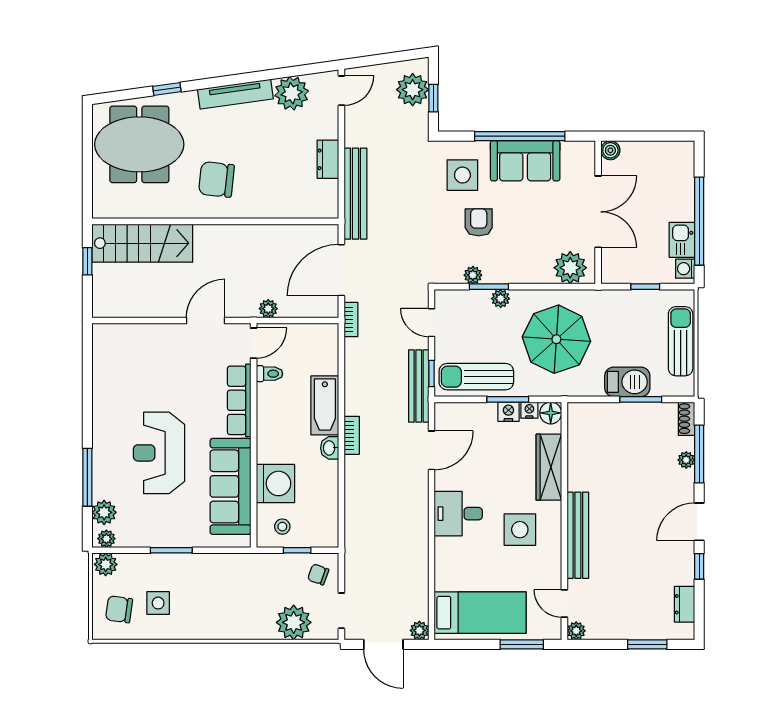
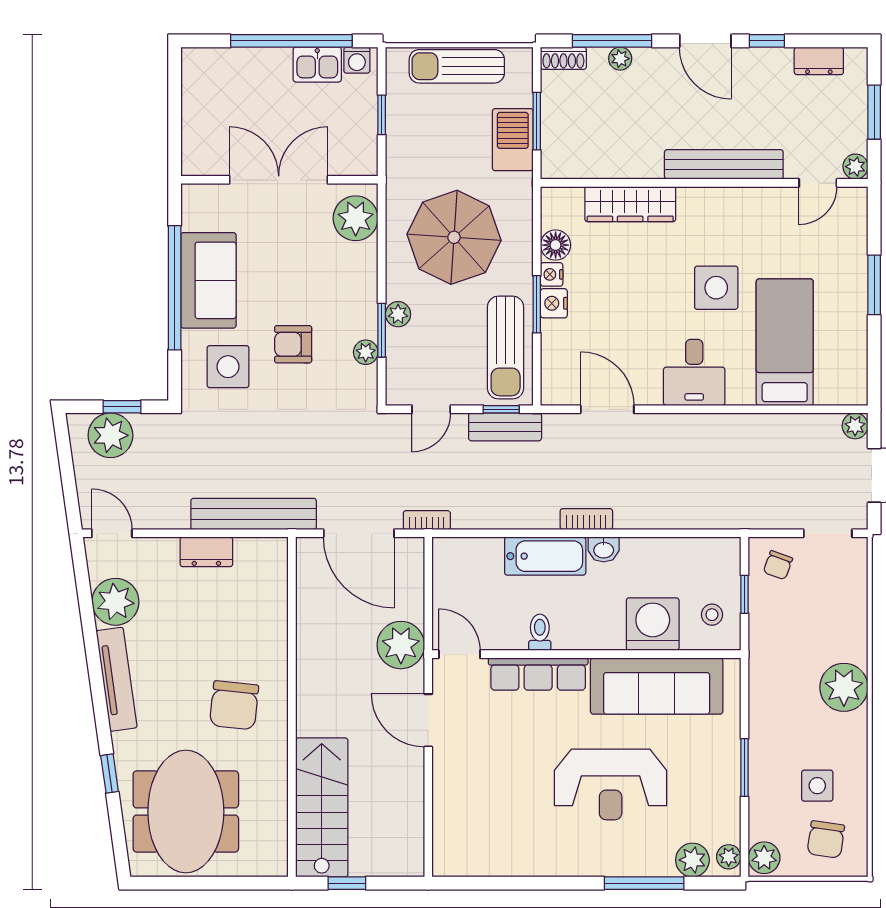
boiler: (610, 150) -> (194, 163), removed
plant: (268, 309) -> (401, 645), width x1.88, depth x1.88
toilet: (269, 374) -> (540, 632), moved
bench: (419, 386) -> (505, 427), width x0.73
wardrobe: (549, 467) -> (630, 204), moved
wall: (564, 521) -> (704, 183), moved
bench: (578, 535) -> (724, 164), moved
door: (564, 604) -> (818, 183), moved
bed: (480, 613) -> (785, 342), moved
plant: (294, 622) -> (844, 687), moved
plant: (576, 631) -> (855, 167), moved

